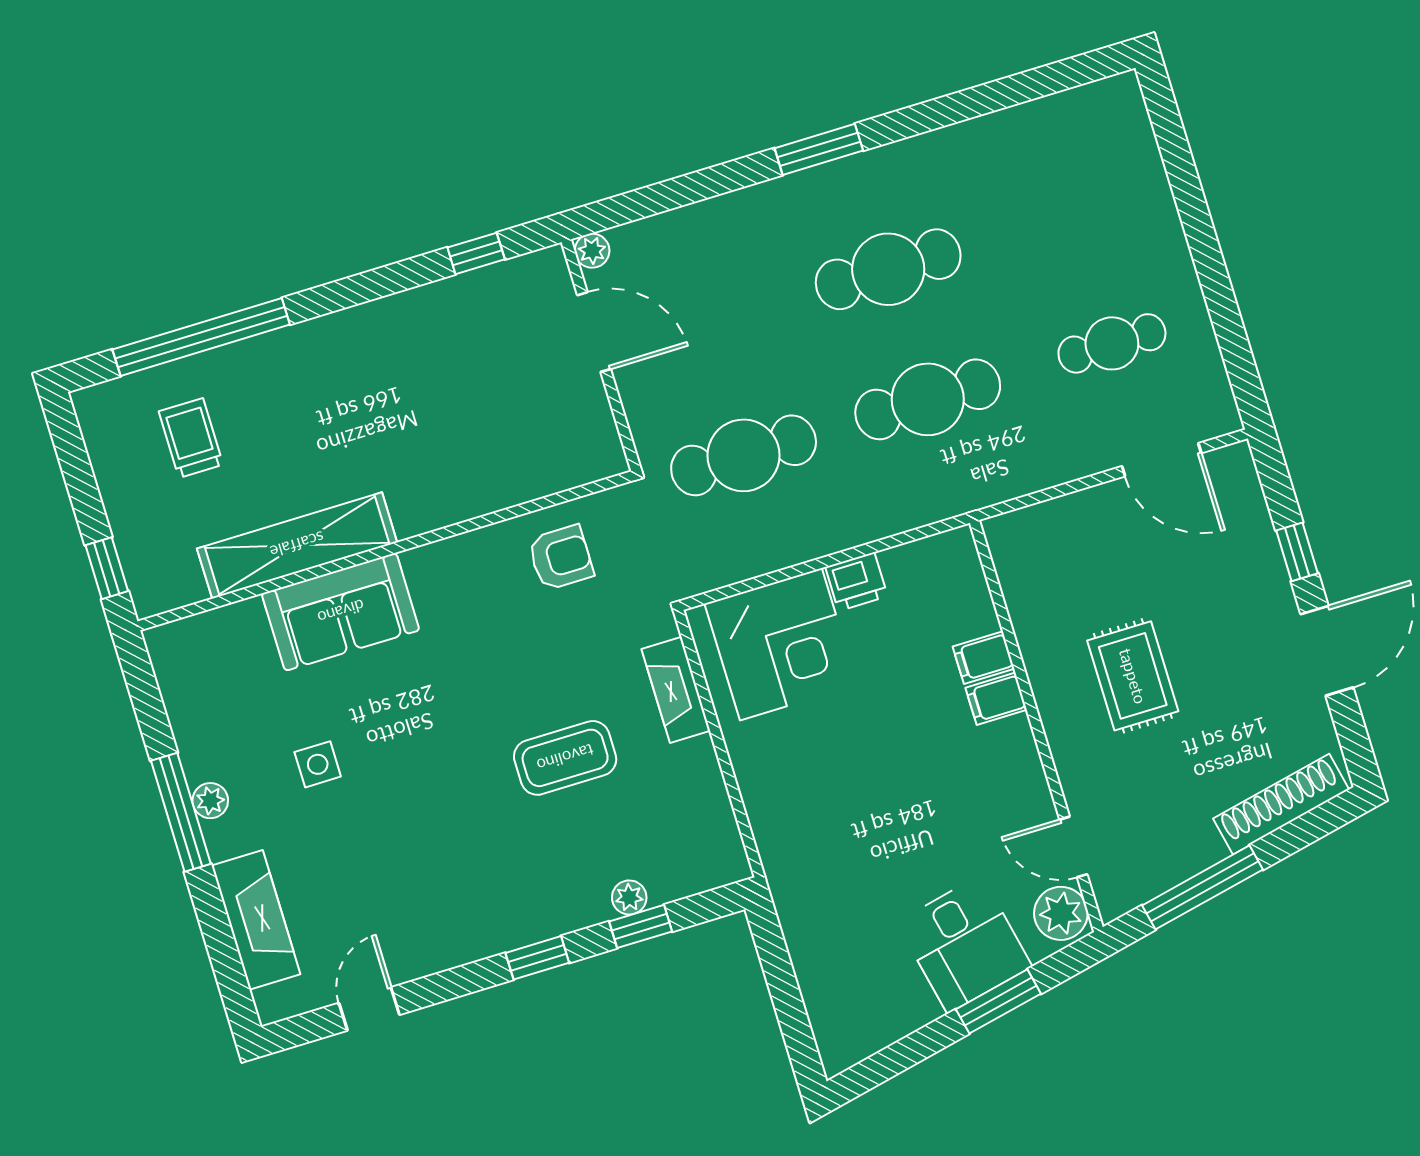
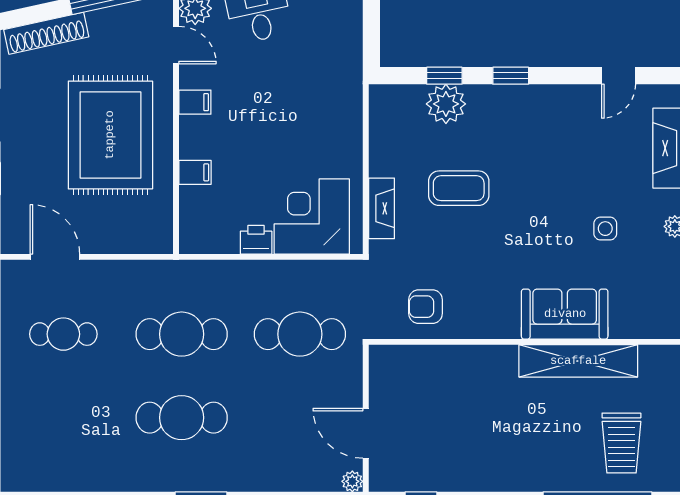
trolley: (191, 438) -> (621, 443), width x1.36, depth x1.39
rug: (1133, 676) -> (110, 135), width x1.86, depth x2.06
filing cabinet: (996, 699) -> (195, 102), moved
plant: (629, 897) -> (446, 104), width x1.87, depth x1.87

